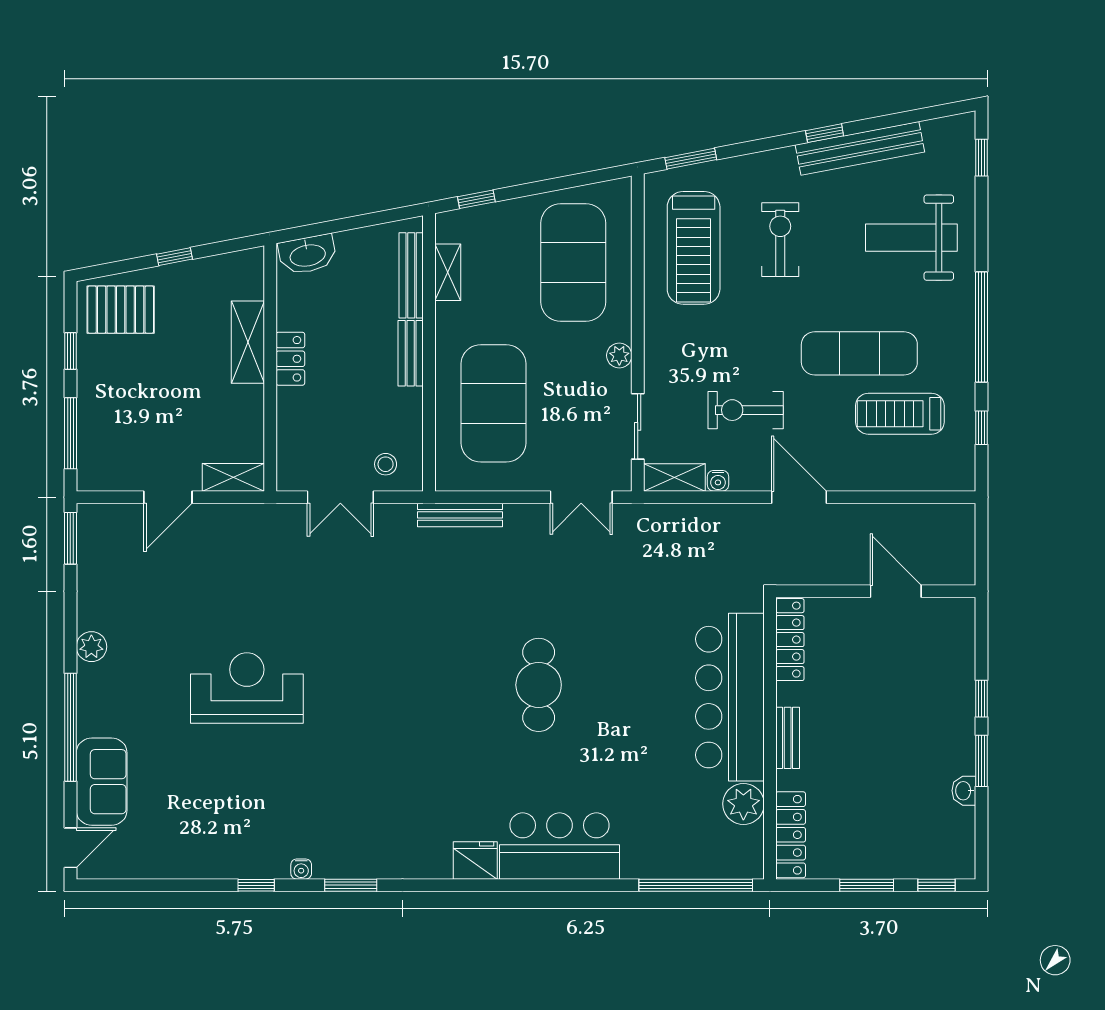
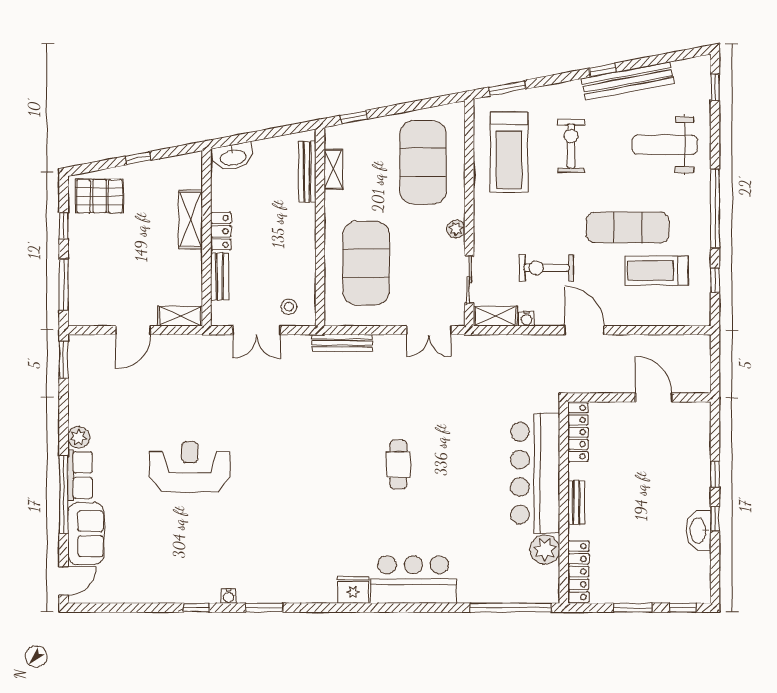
bench: (411, 353) -> (220, 277), moved
cafe table: (539, 685) -> (398, 464), width x0.73, depth x0.74
row of seats: (93, 700) -> (80, 475), added
window: (982, 761) -> (715, 519), width x0.67
washbasin: (964, 791) -> (699, 531), width x1.91, depth x1.45

